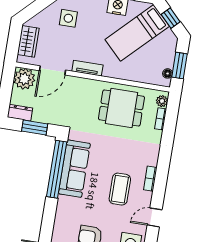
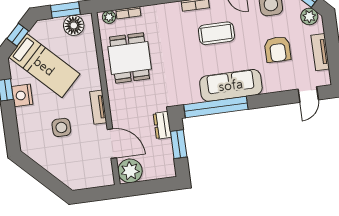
side table: (68, 18) -> (61, 127), moved
wardrobe: (28, 41) -> (89, 179), removed
floor lamp: (168, 73) -> (74, 25), width x1.89, depth x1.89
dresser: (20, 113) -> (162, 125), moved
sofa: (74, 169) -> (231, 85), moved

